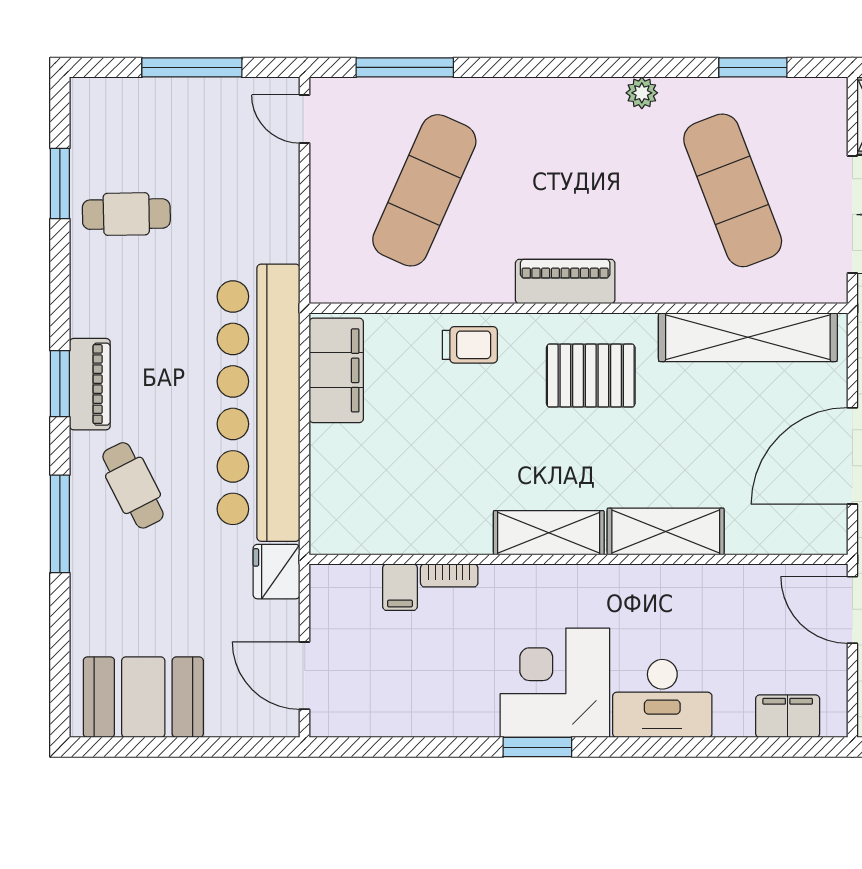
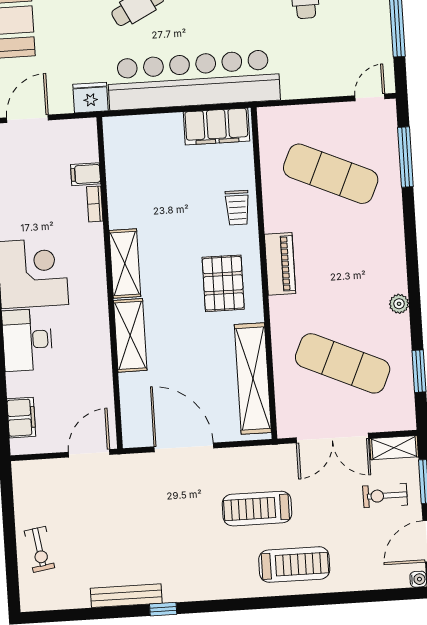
exercise mat: (733, 190) -> (343, 363), turned 45

